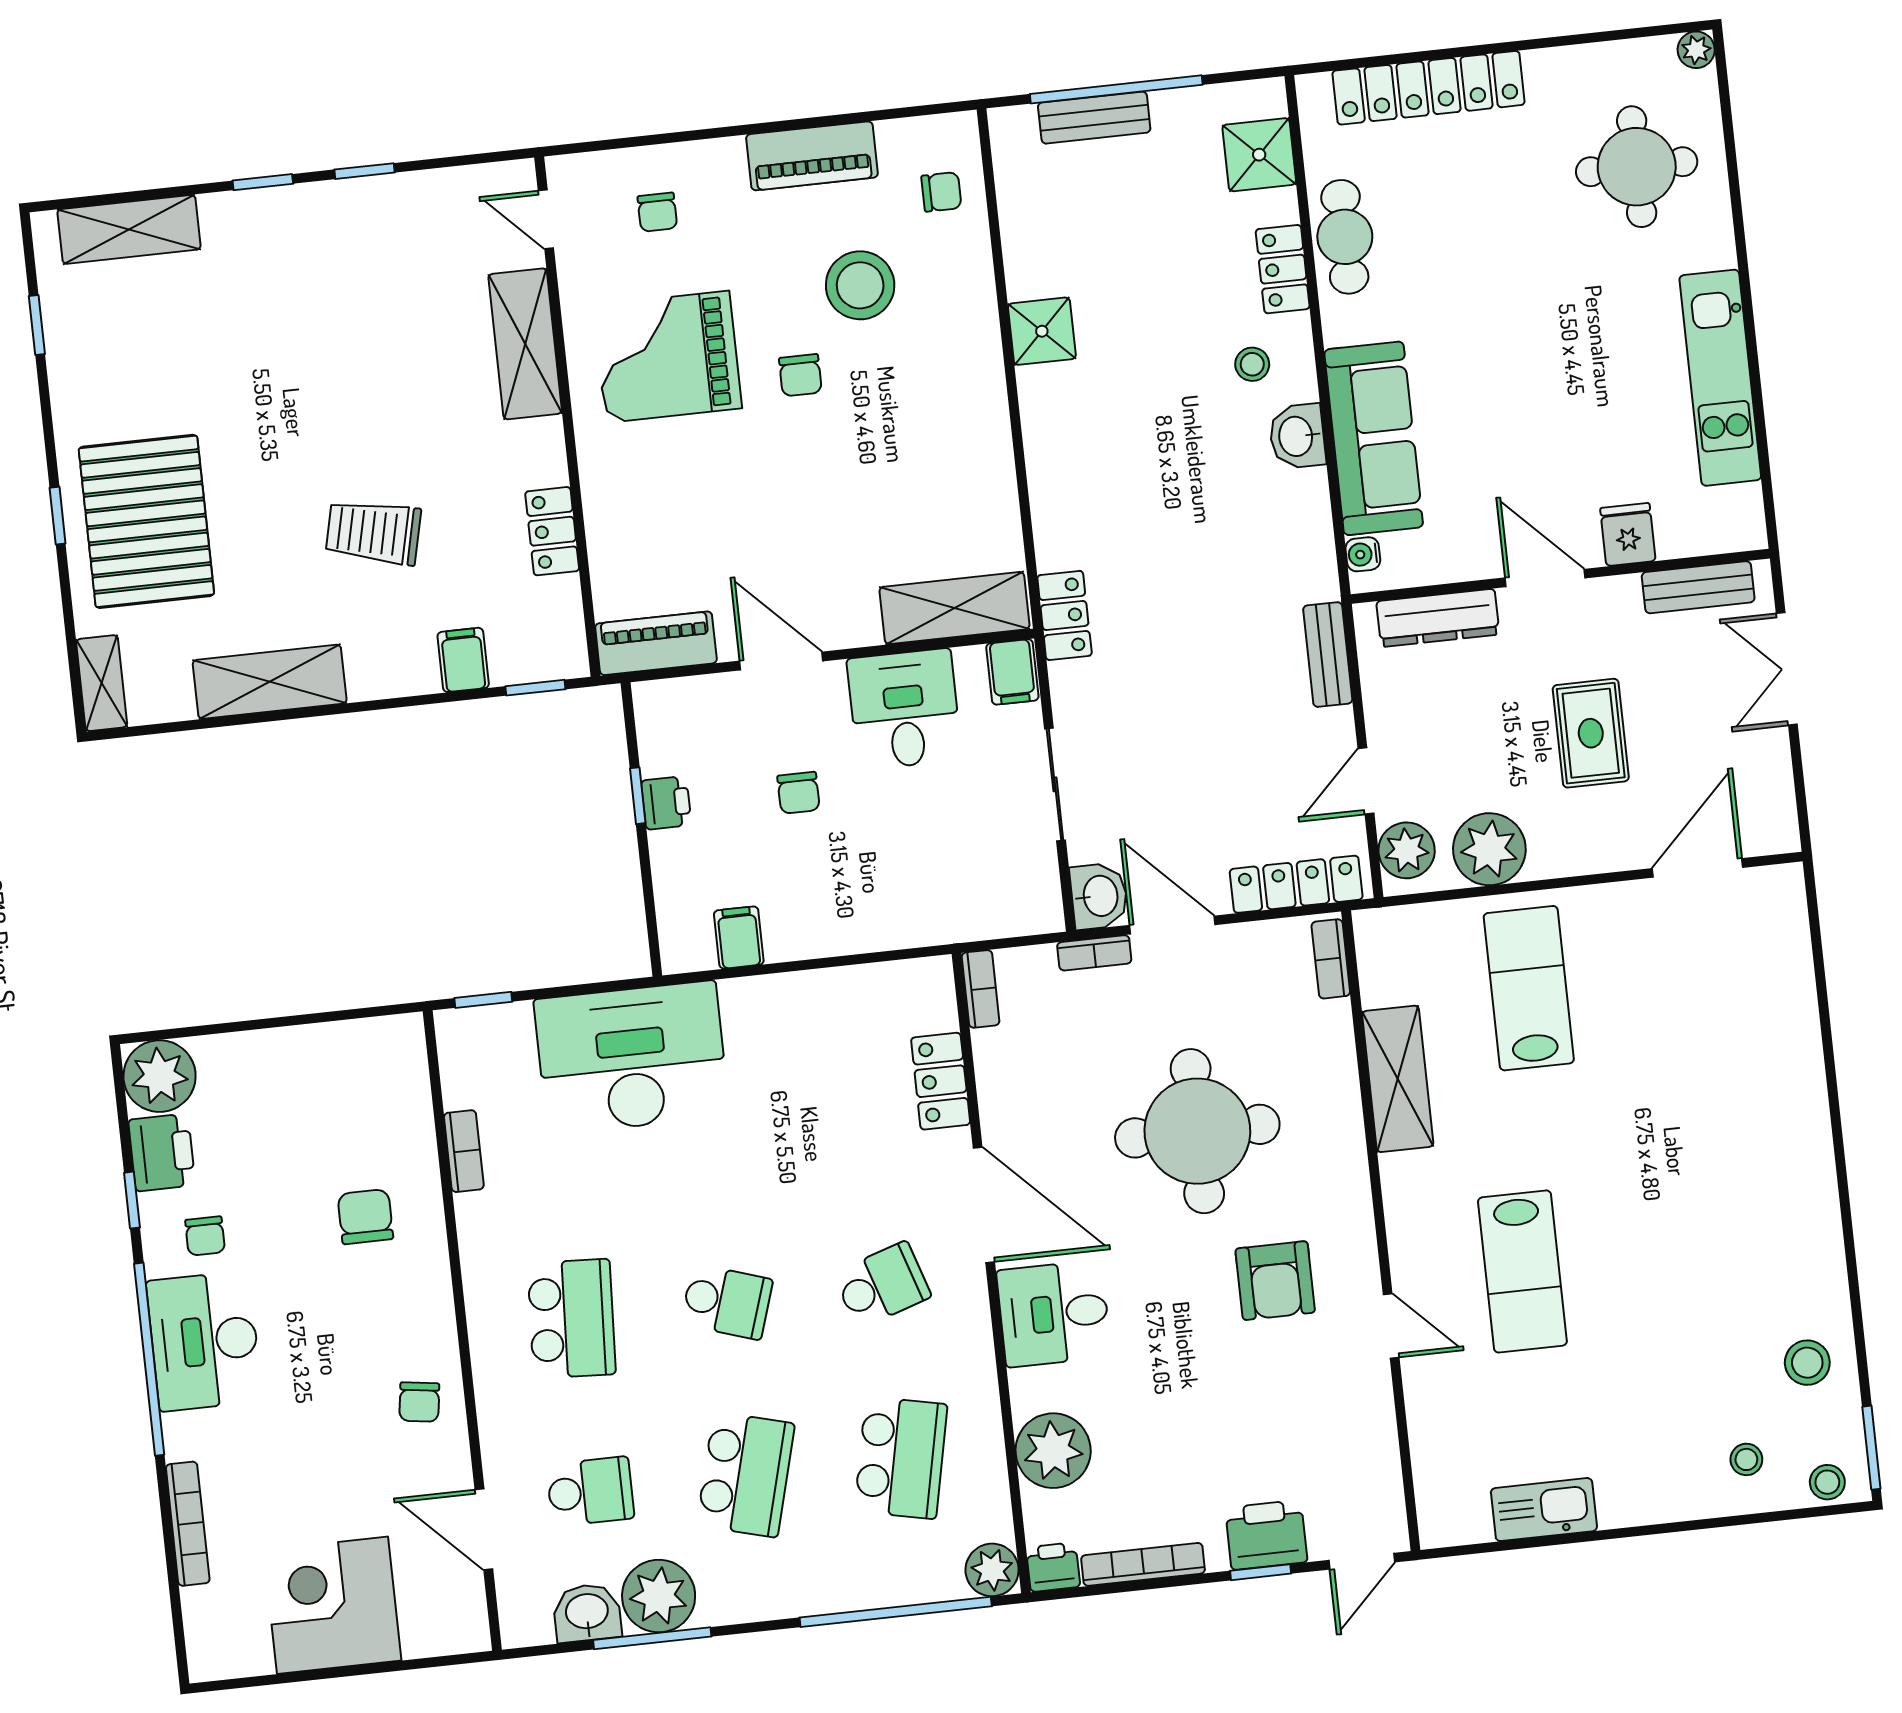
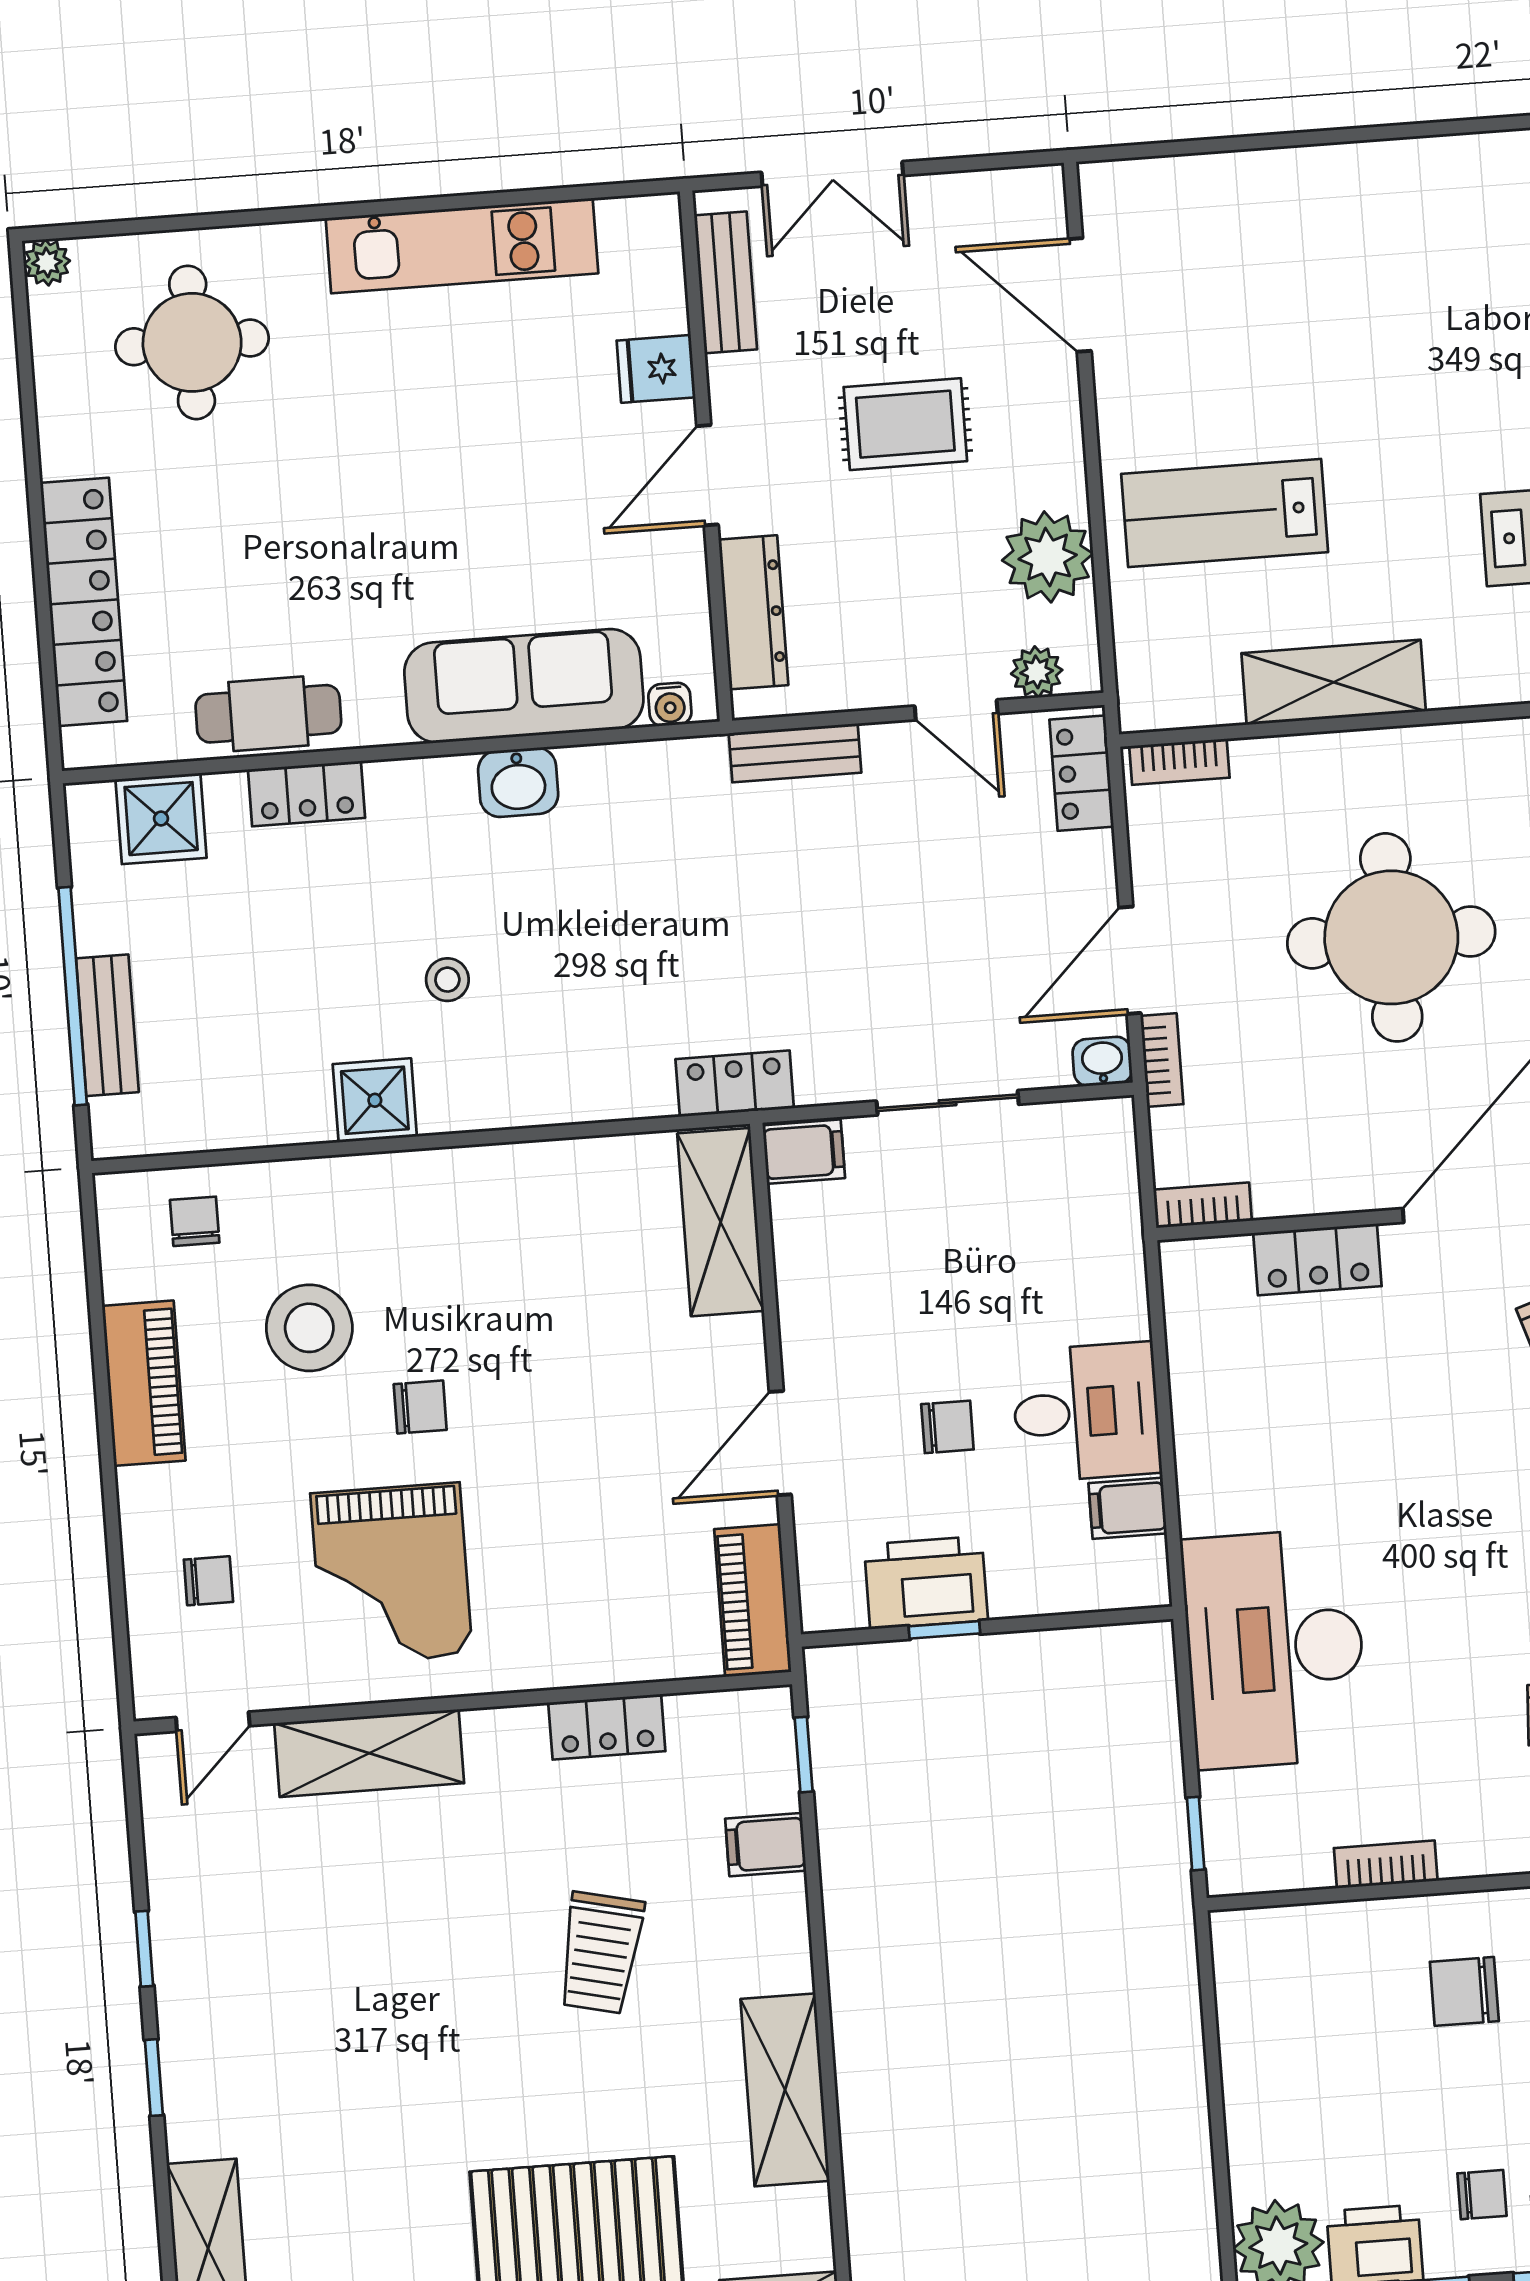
stool: (1252, 364) -> (447, 980), moved
desk: (904, 709) -> (1086, 1412), moved, turned 180
printer: (666, 803) -> (926, 1583), width x1.87, depth x1.48
plant: (1407, 850) -> (1037, 672), width x0.73, depth x0.73
locker: (1296, 884) -> (1082, 773), width x0.66
washbasin: (1099, 896) -> (1102, 1061), width x0.72, depth x0.69

